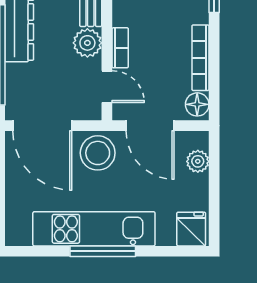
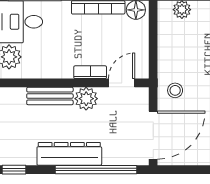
door: (150, 126) -> (153, 48), removed
stool: (98, 153) -> (175, 90), width x0.53, depth x0.53

